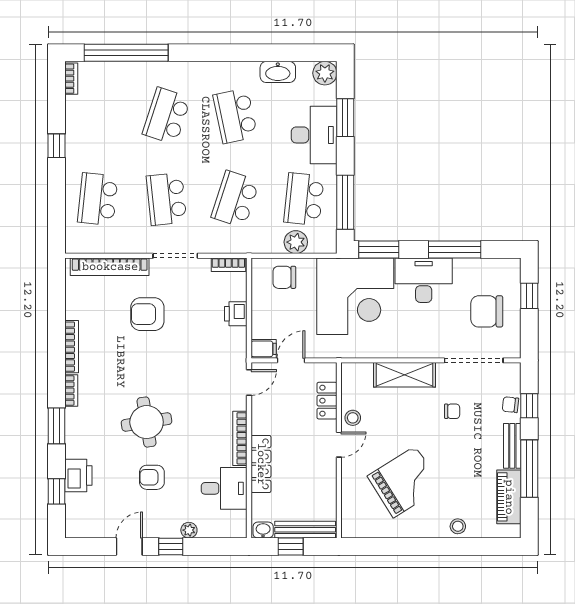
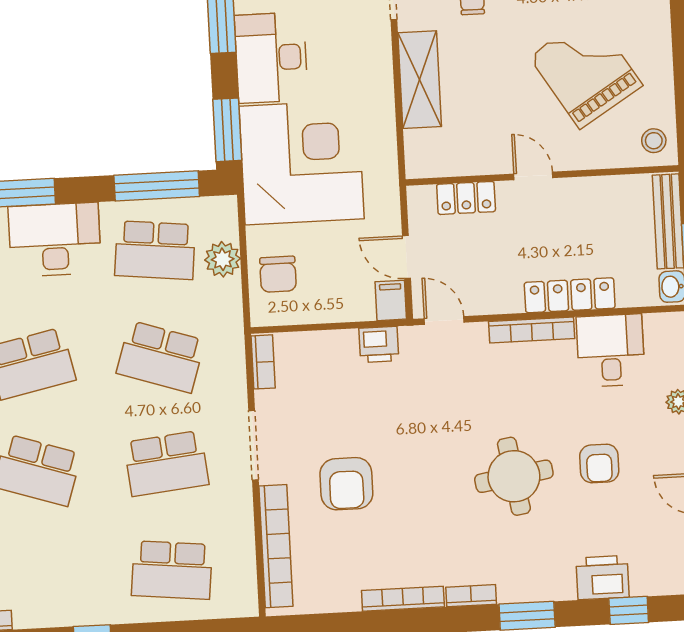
printer: (236, 314) -> (379, 344), moved
stool: (353, 418) -> (654, 141), moved

